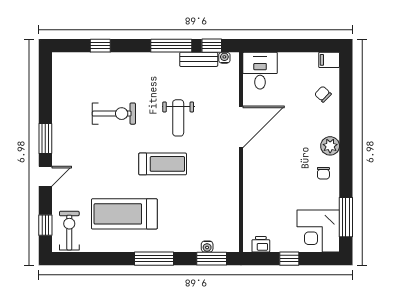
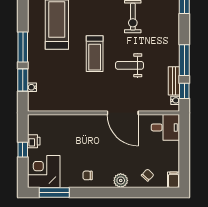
plant: (330, 146) -> (121, 180), moved
printer: (261, 244) -> (34, 141), moved
window: (212, 259) -> (23, 80), moved

